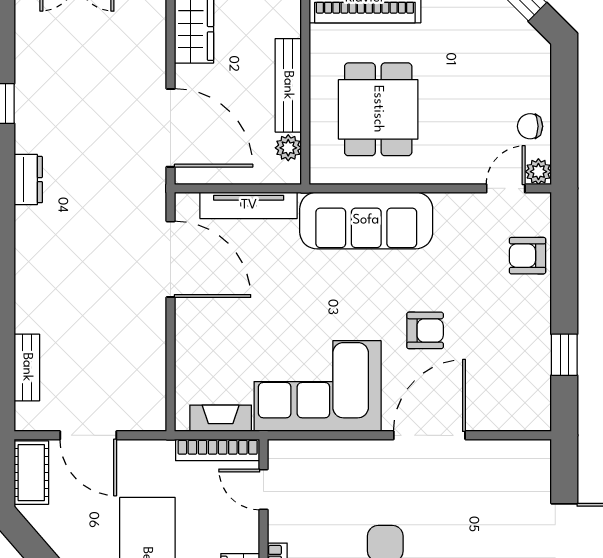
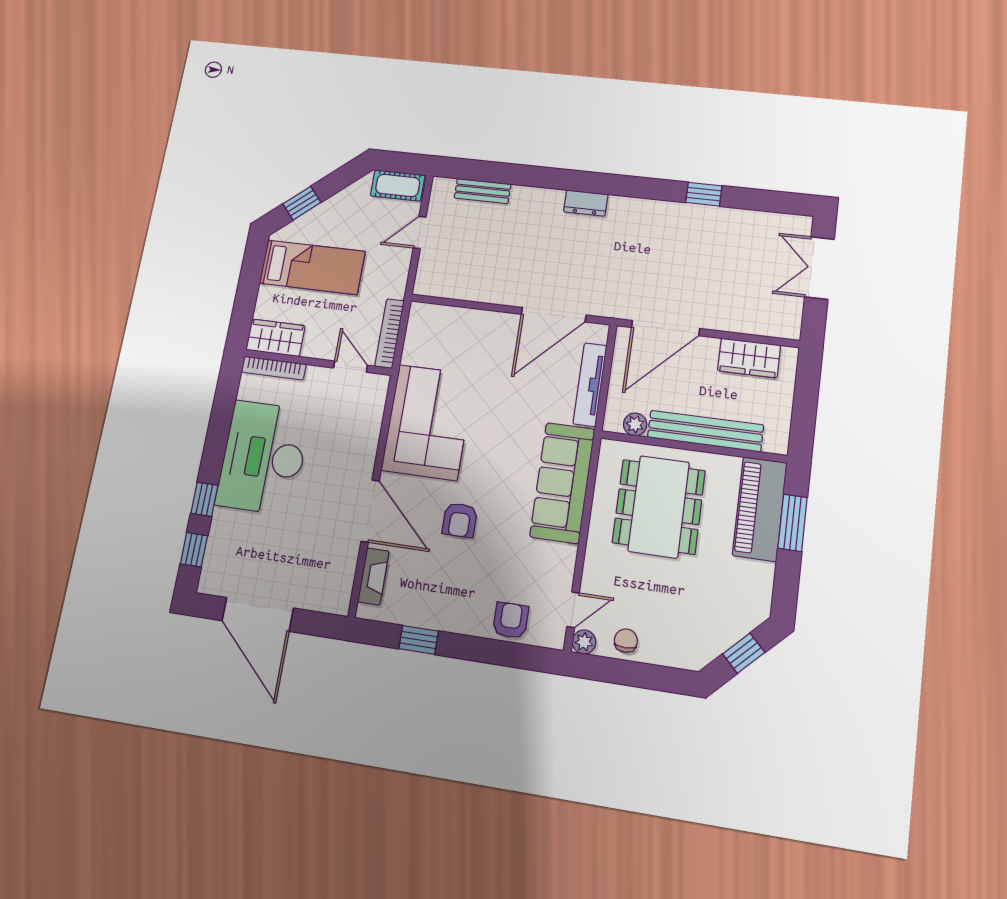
bench: (288, 85) -> (705, 431), width x1.37, depth x1.21
dining table: (378, 109) -> (659, 507), width x1.38
dresser: (28, 180) -> (586, 203), moved
door: (506, 188) -> (573, 610), hinge flipped
fireplace: (221, 418) -> (373, 576), moved
door: (88, 435) -> (420, 233), width x0.73
door: (264, 490) -> (350, 367), hinge flipped

